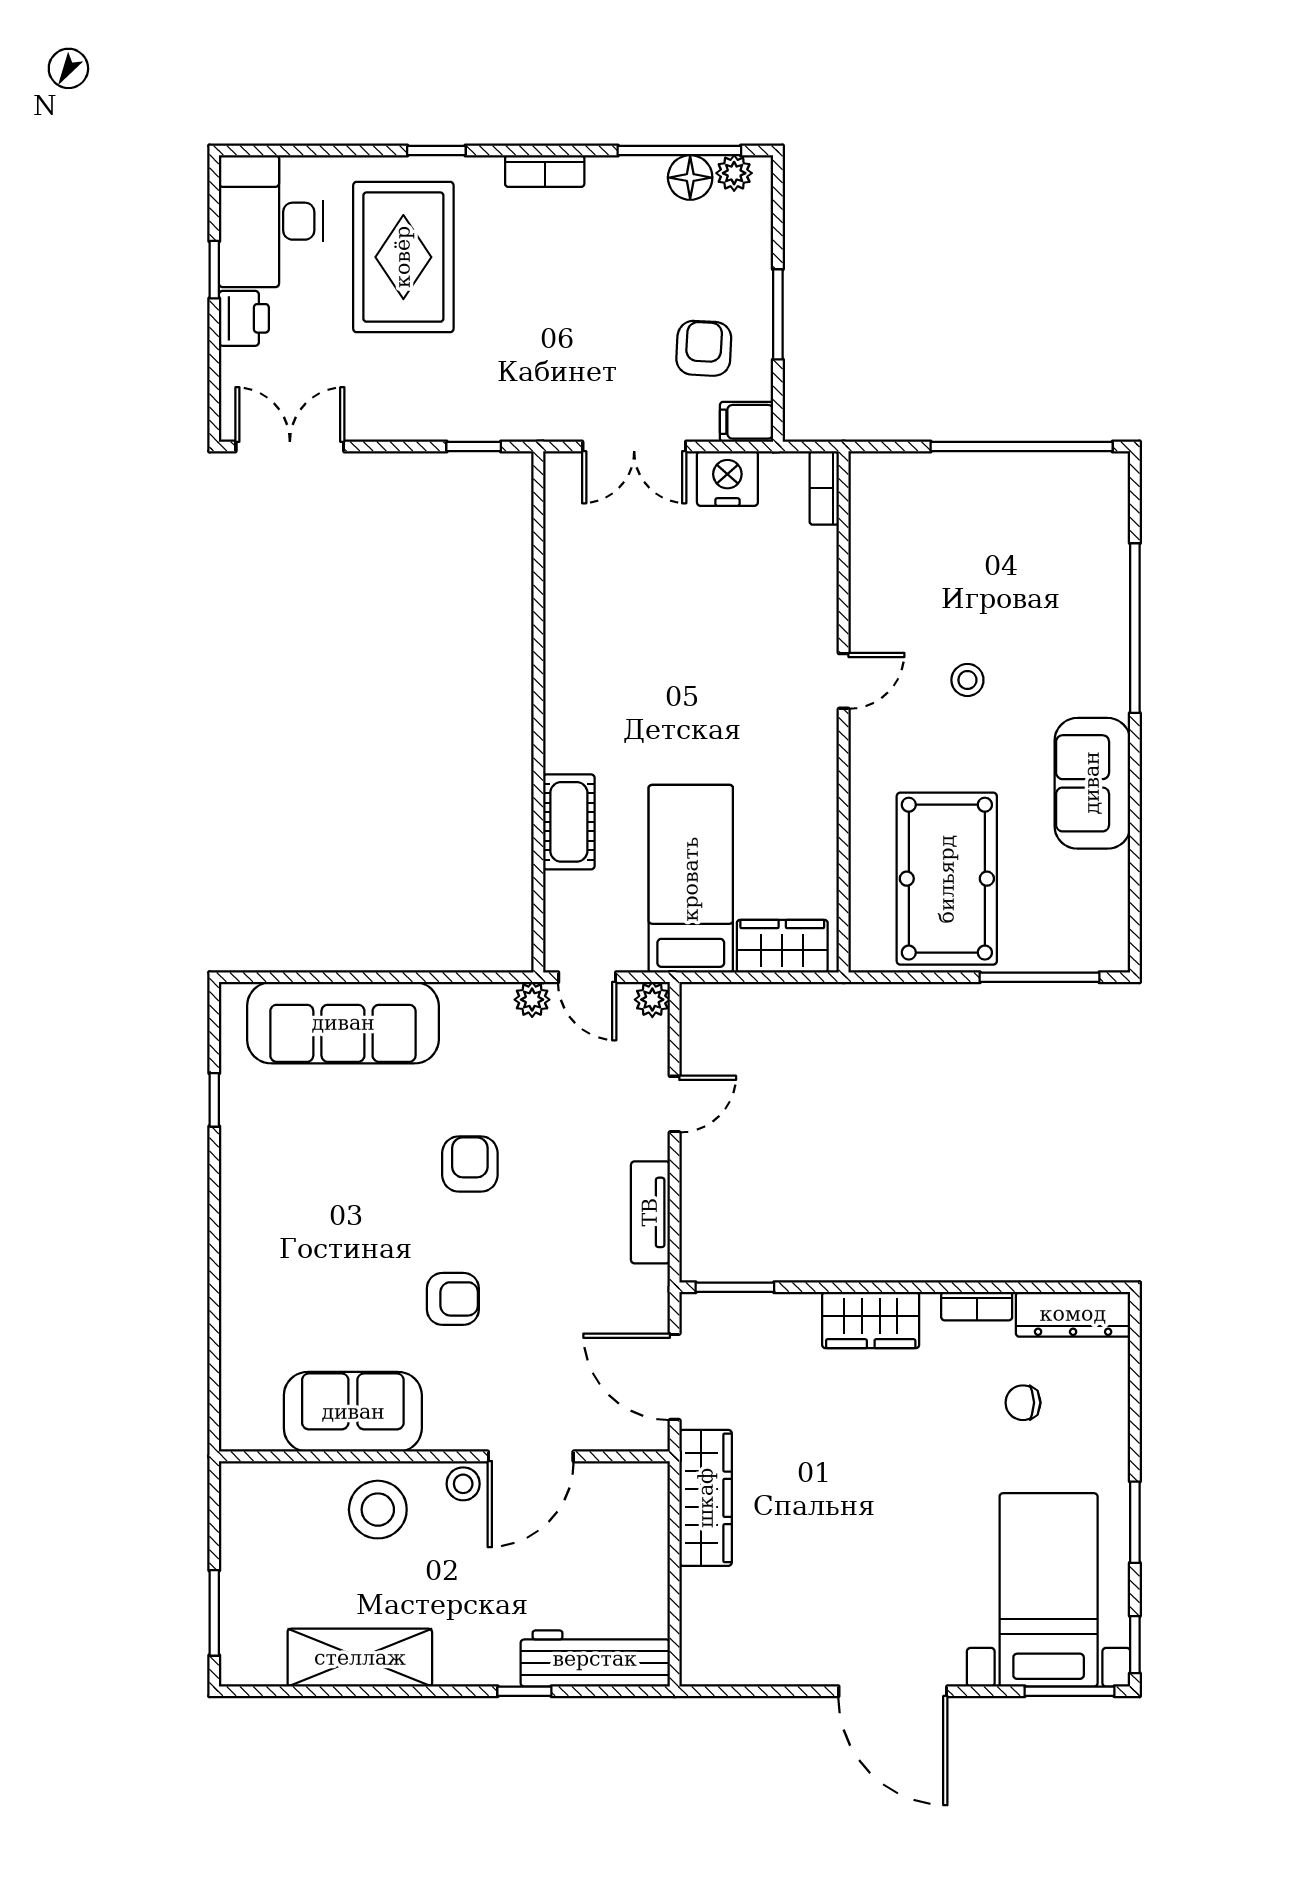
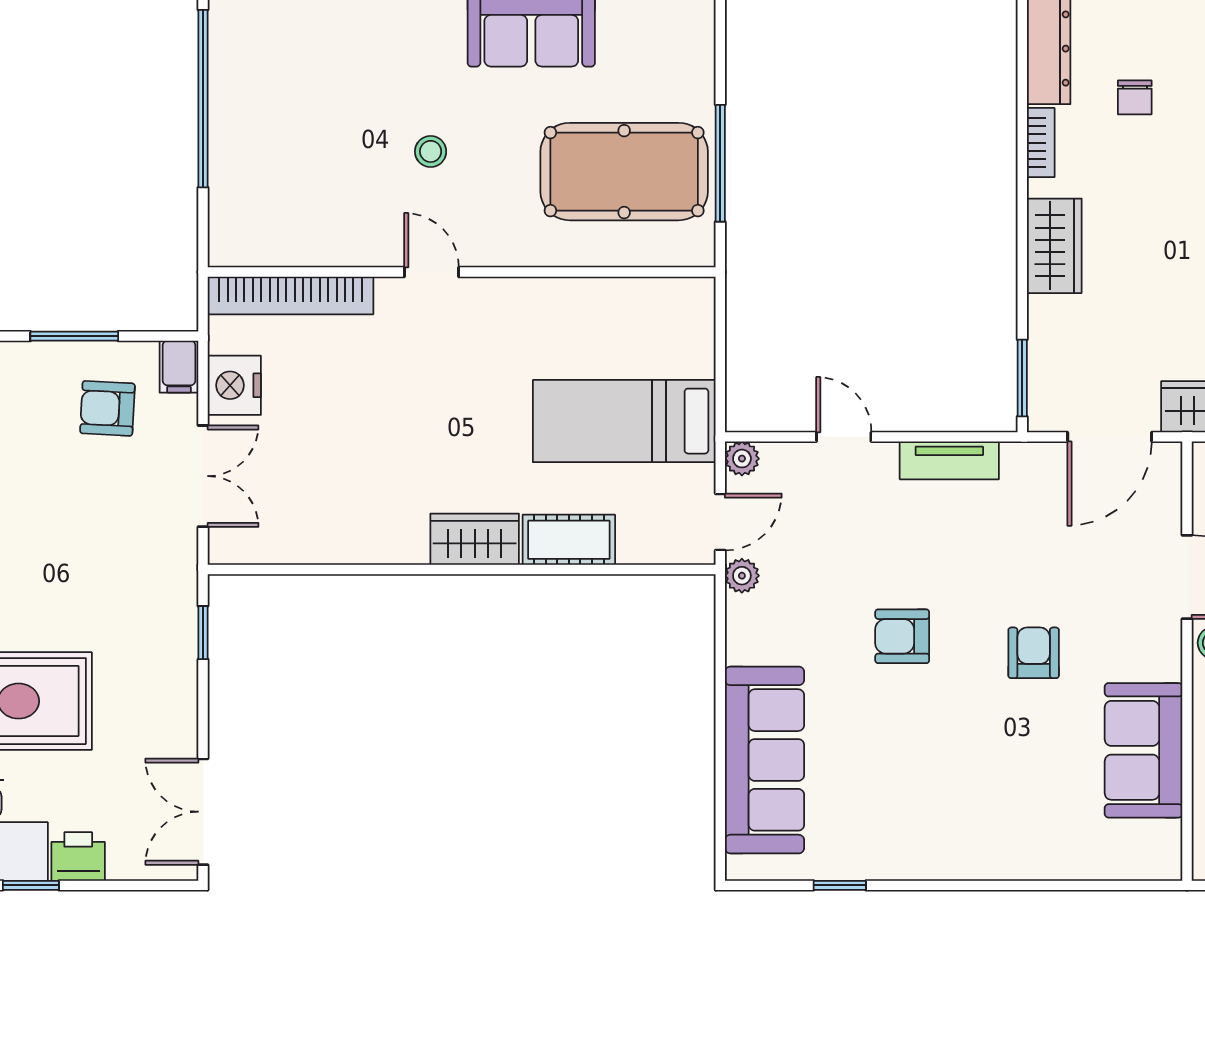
bookcase: (824, 488) -> (291, 295), width x2.31, depth x1.31
wardrobe: (782, 946) -> (475, 539), moved, turned 90
window: (1040, 977) -> (720, 163), moved

